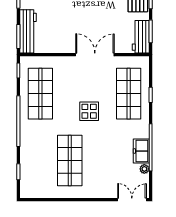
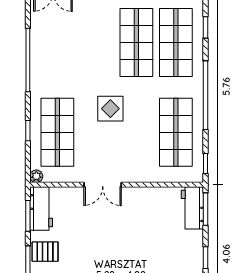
workbench: (28, 31) -> (192, 208), width x0.73
double door: (95, 55) -> (103, 185), width x0.73
freezer: (141, 151) -> (40, 55), removed
shop shelf: (40, 161) -> (176, 42), added
plant: (144, 169) -> (36, 176), moved

